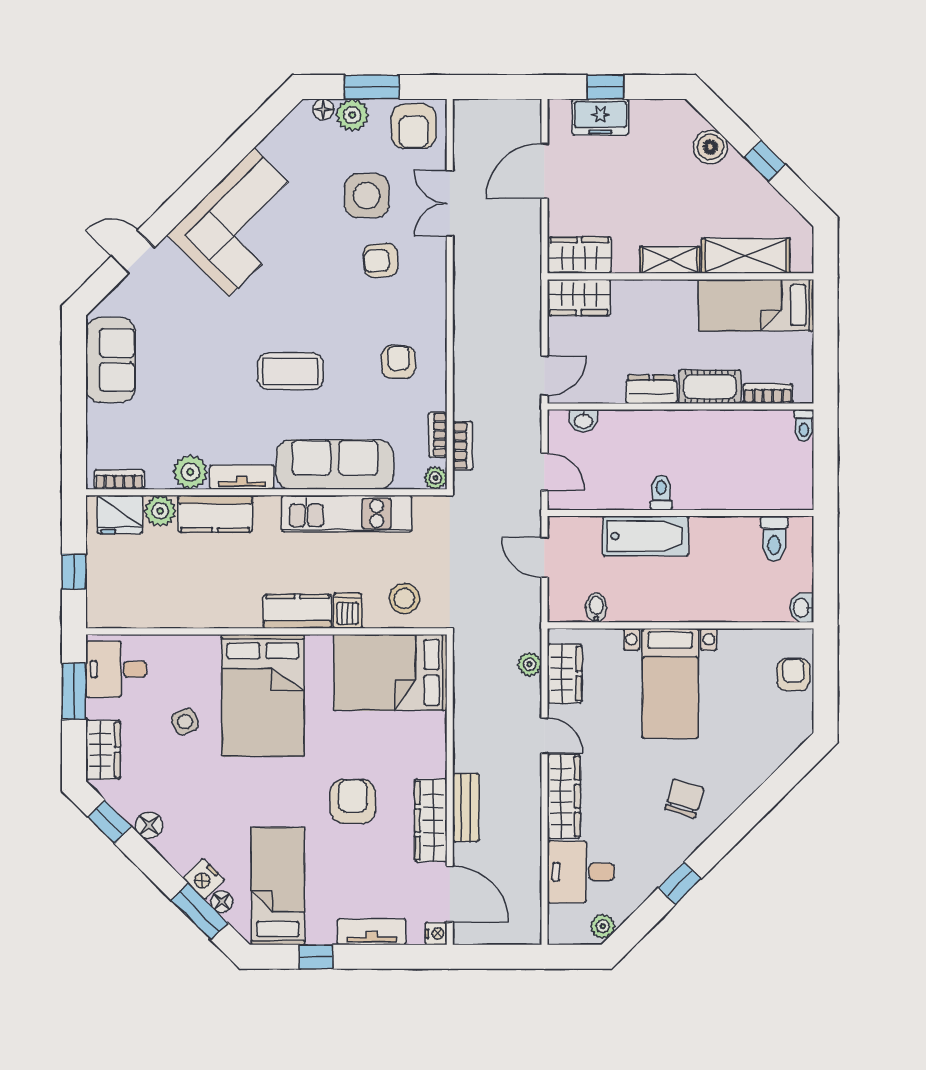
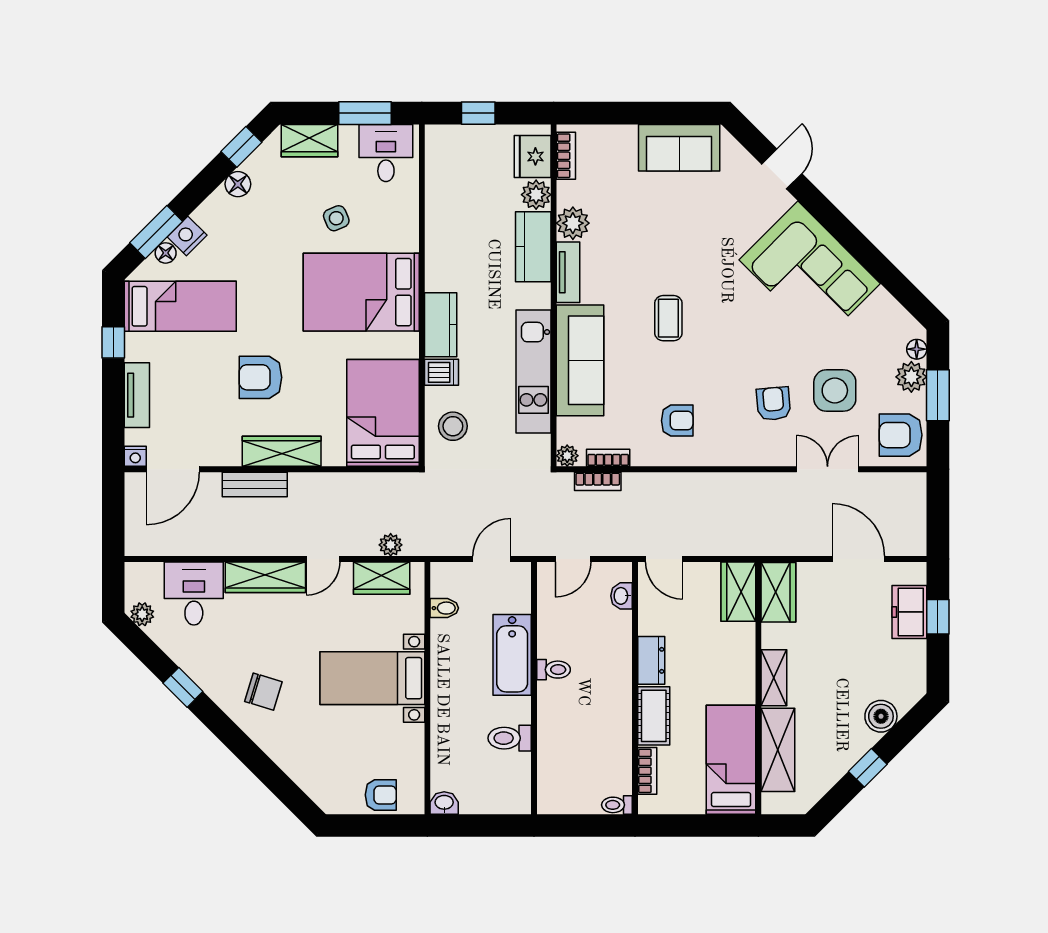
coffee table: (290, 371) -> (668, 318), width x0.73, depth x0.77
toilet: (774, 539) -> (510, 738), moved
armchair: (353, 801) -> (261, 377), turned 180
wardrobe: (431, 820) -> (282, 451), moved

